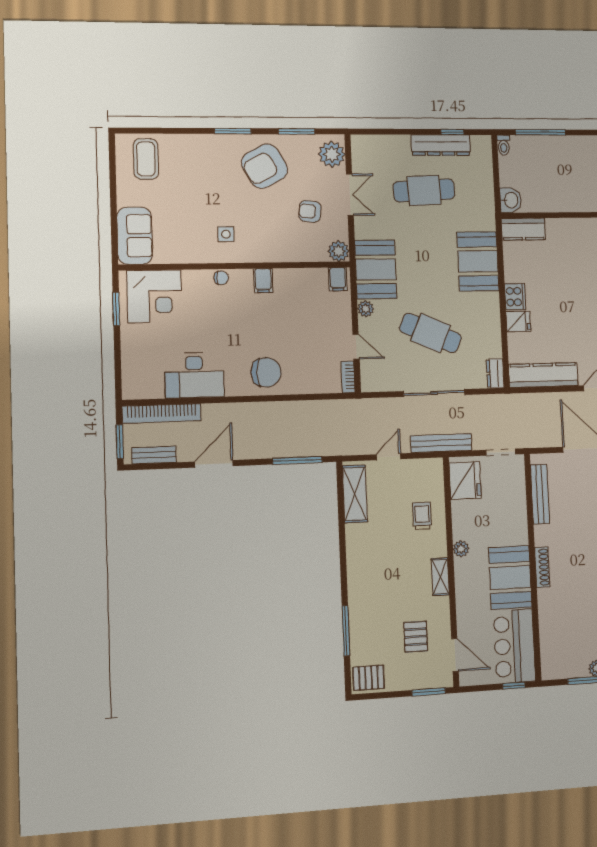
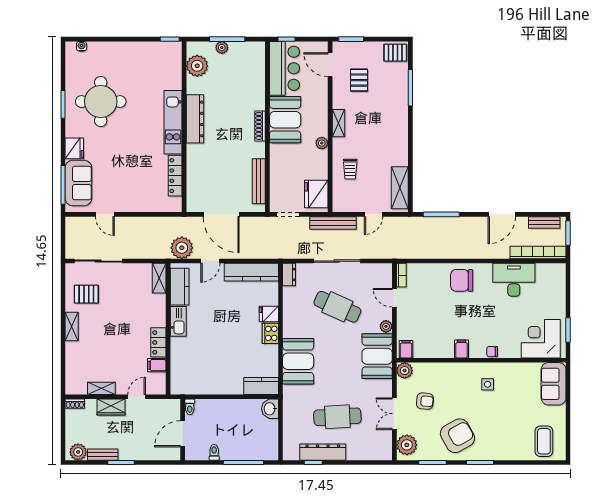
toilet: (504, 145) -> (214, 452), moved

